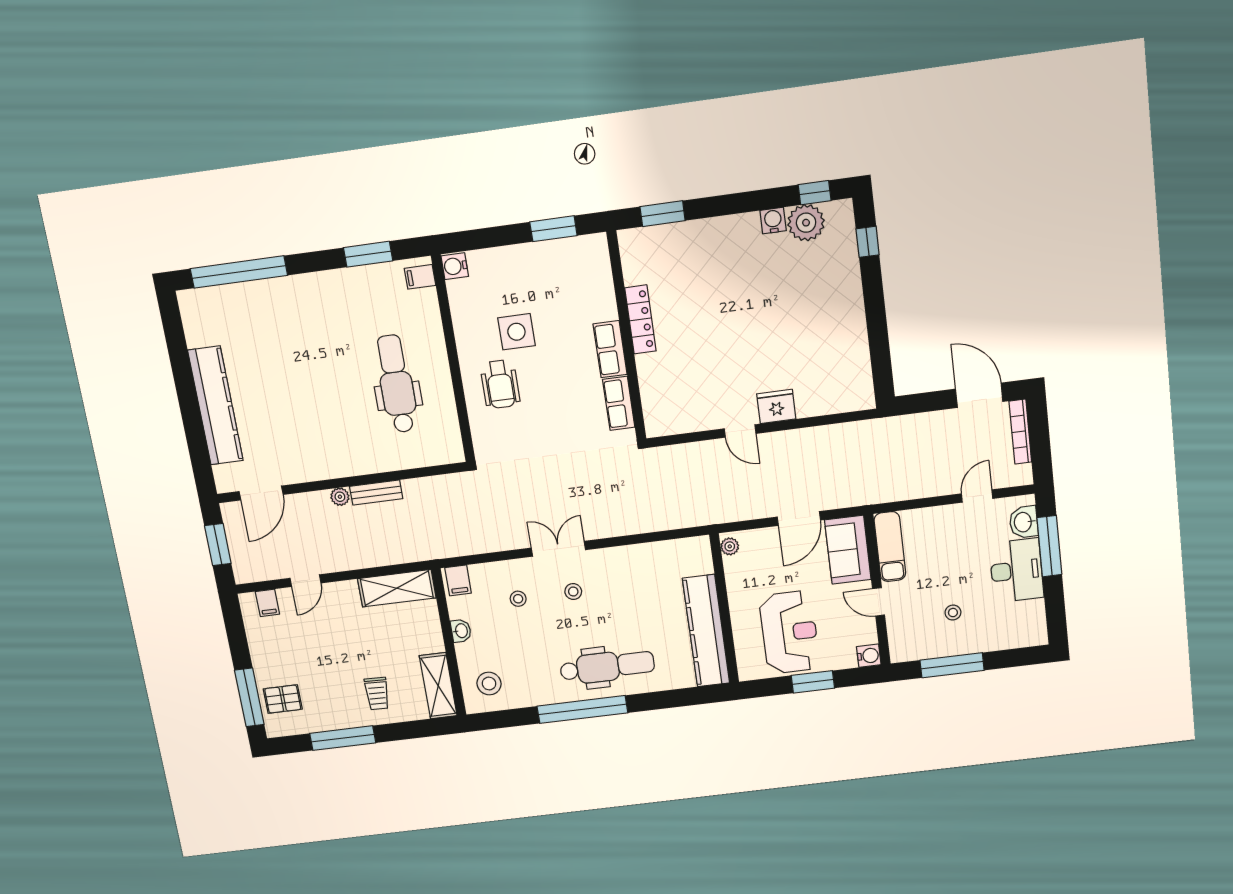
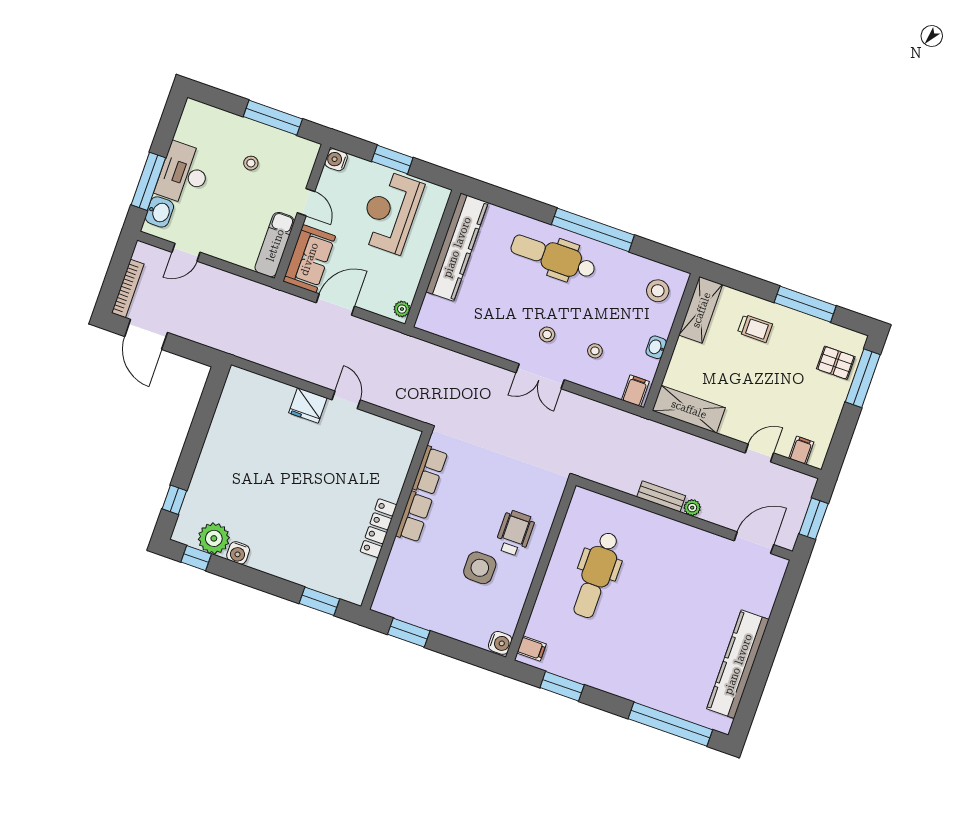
kitchen counter: (216, 406) -> (738, 664), moved
trolley: (377, 694) -> (755, 328), turned 88

